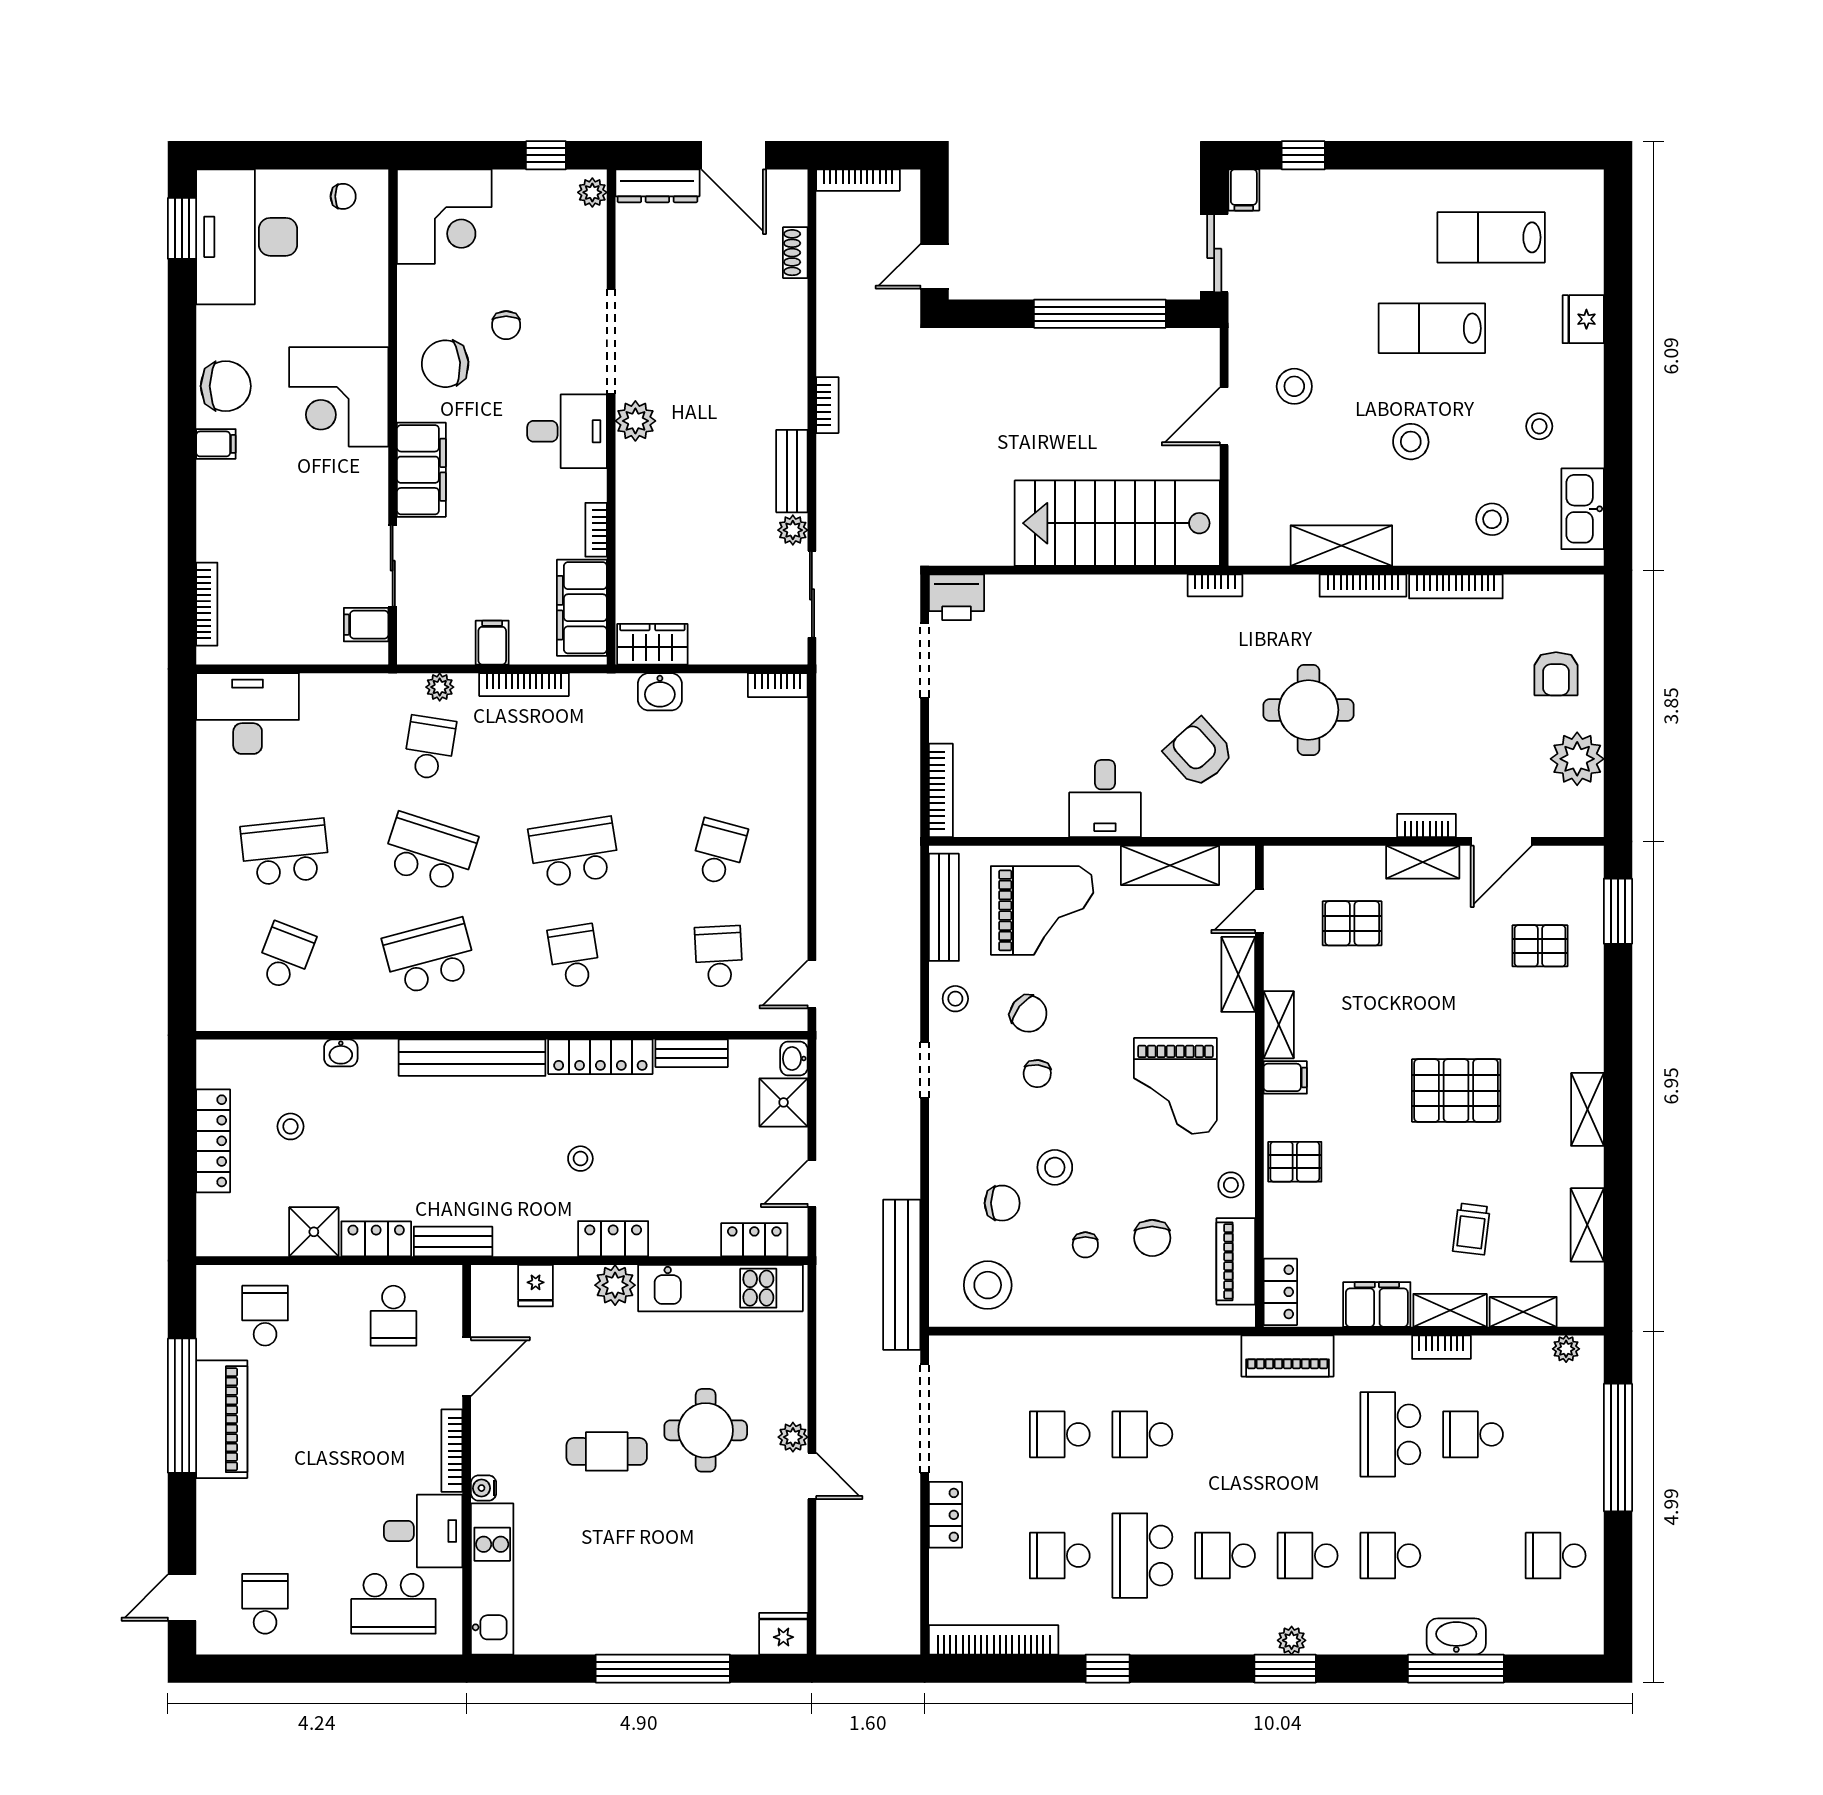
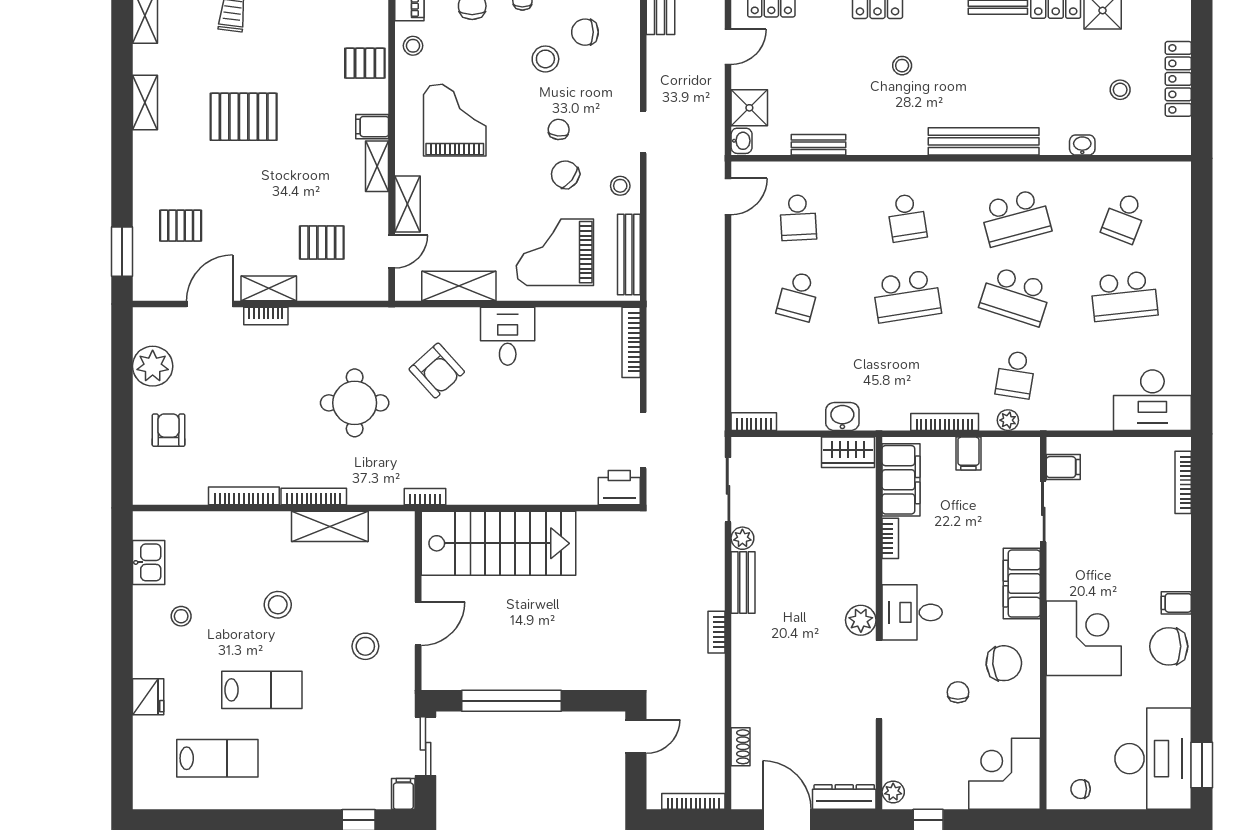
kitchen sink: (1583, 509) -> (149, 562), width x0.73
stool: (1492, 519) -> (217, 546), removed
locker: (600, 1057) -> (887, 142), removed

